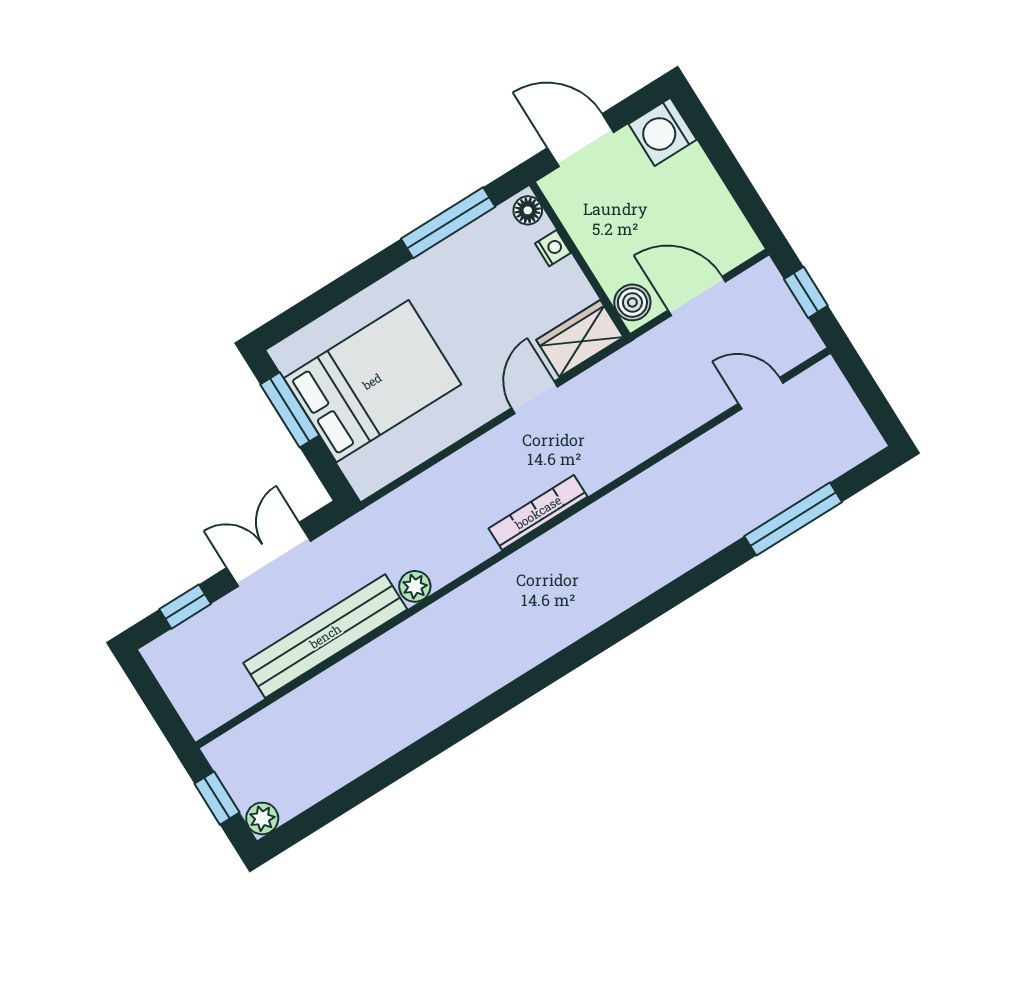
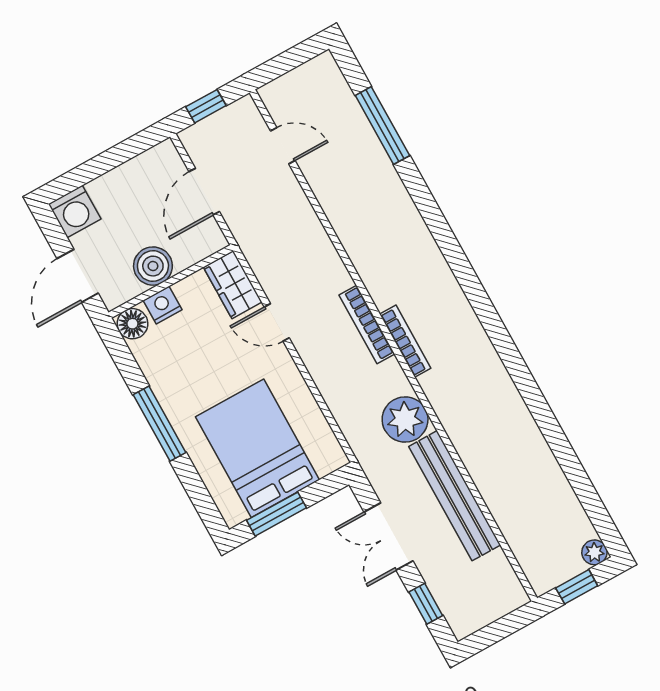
floor lamp: (528, 210) -> (132, 324), width x1.37, depth x1.37
window: (448, 223) -> (160, 424), moved
nightstand: (553, 248) -> (163, 305), width x1.39, depth x1.35
boiler: (632, 302) -> (153, 266), moved, width x1.36, depth x1.36
door: (761, 393) -> (283, 146), swing flipped
bookcase: (519, 563) -> (405, 341), added
plant: (415, 586) -> (405, 419), width x1.88, depth x1.88

